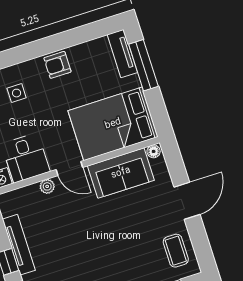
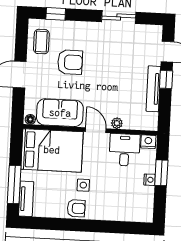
side table: (17, 93) -> (83, 185), moved
armchair: (132, 239) -> (70, 62), added

